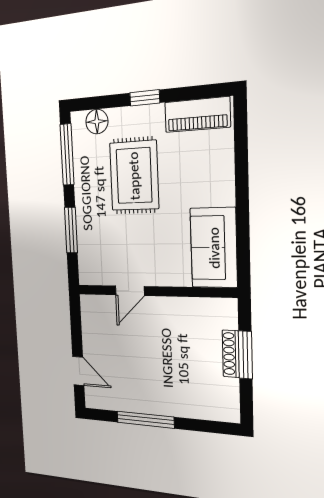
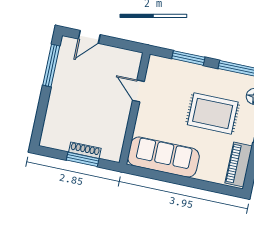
sofa: (214, 248) -> (163, 157), width x1.36
window: (145, 420) -> (51, 66), moved

